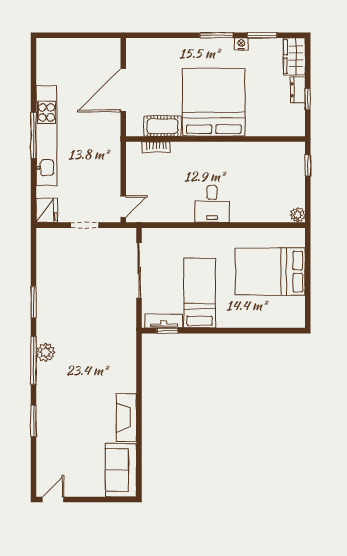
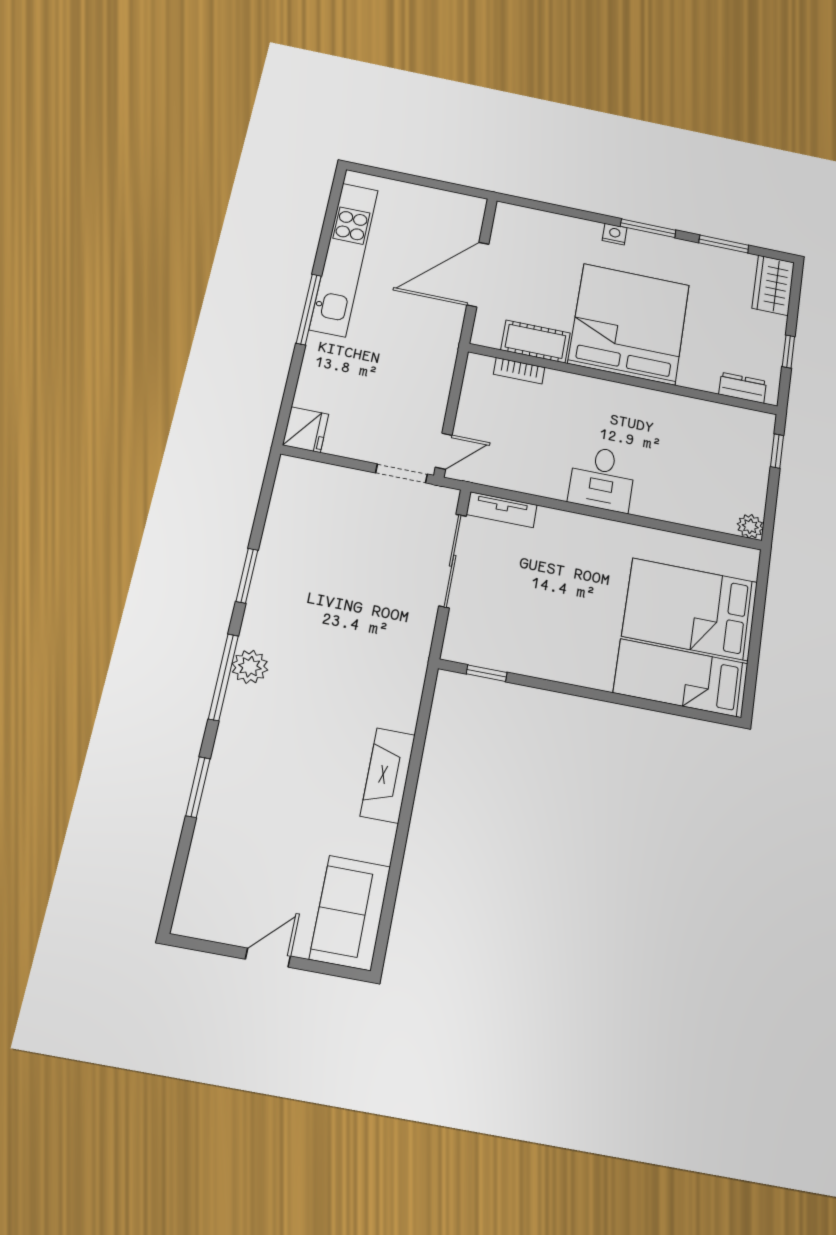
nightstand: (241, 44) -> (615, 234), moved
dresser: (298, 90) -> (743, 388), moved, turned 90
kitchen unit: (46, 136) -> (344, 259), moved
doorway: (85, 225) -> (402, 473), moved
bed: (200, 293) -> (681, 678), moved, turned -90
tv unit: (164, 321) -> (502, 510), moved, turned 180
fireplace: (126, 418) -> (388, 775), moved
door: (53, 499) -> (268, 958), moved

